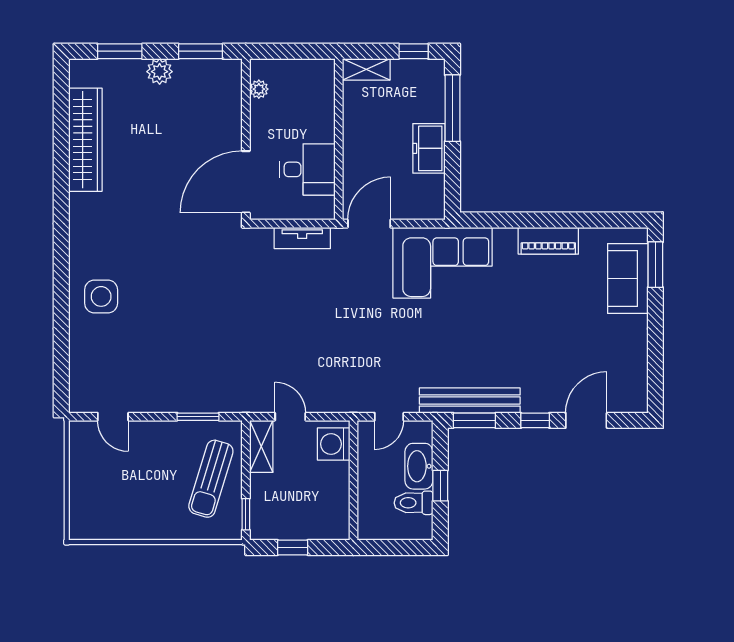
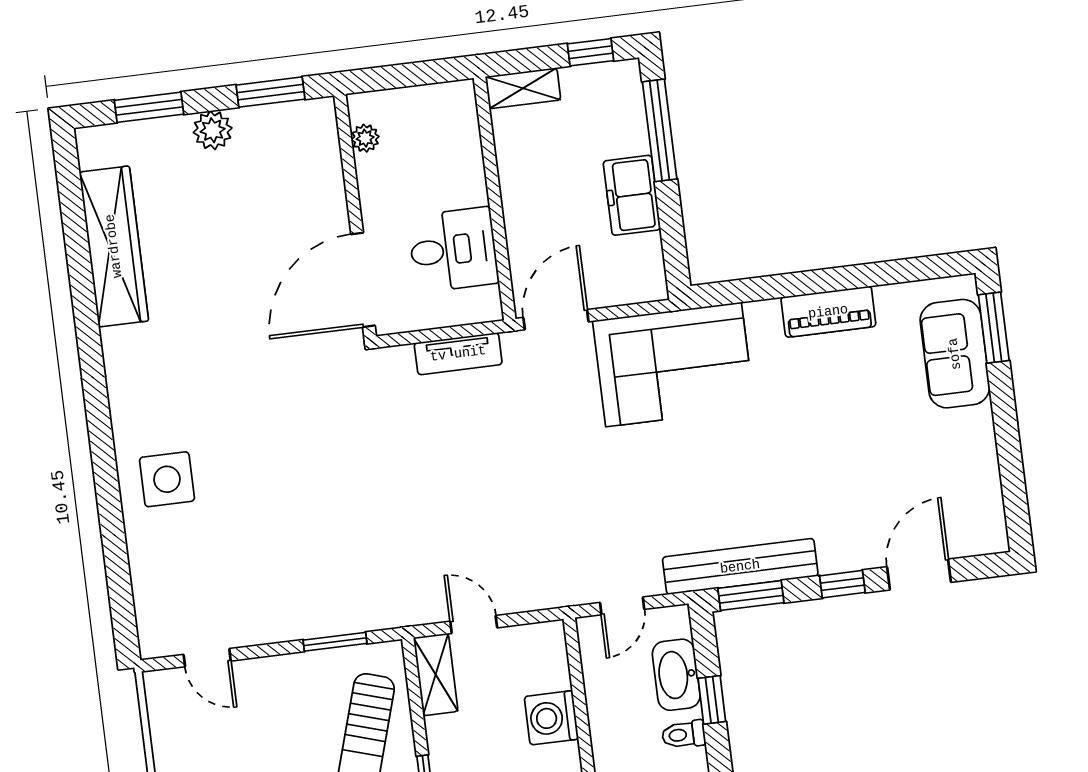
washing machine: (334, 444) -> (551, 718), moved
toilet: (414, 503) -> (684, 735), width x0.73, depth x0.72

